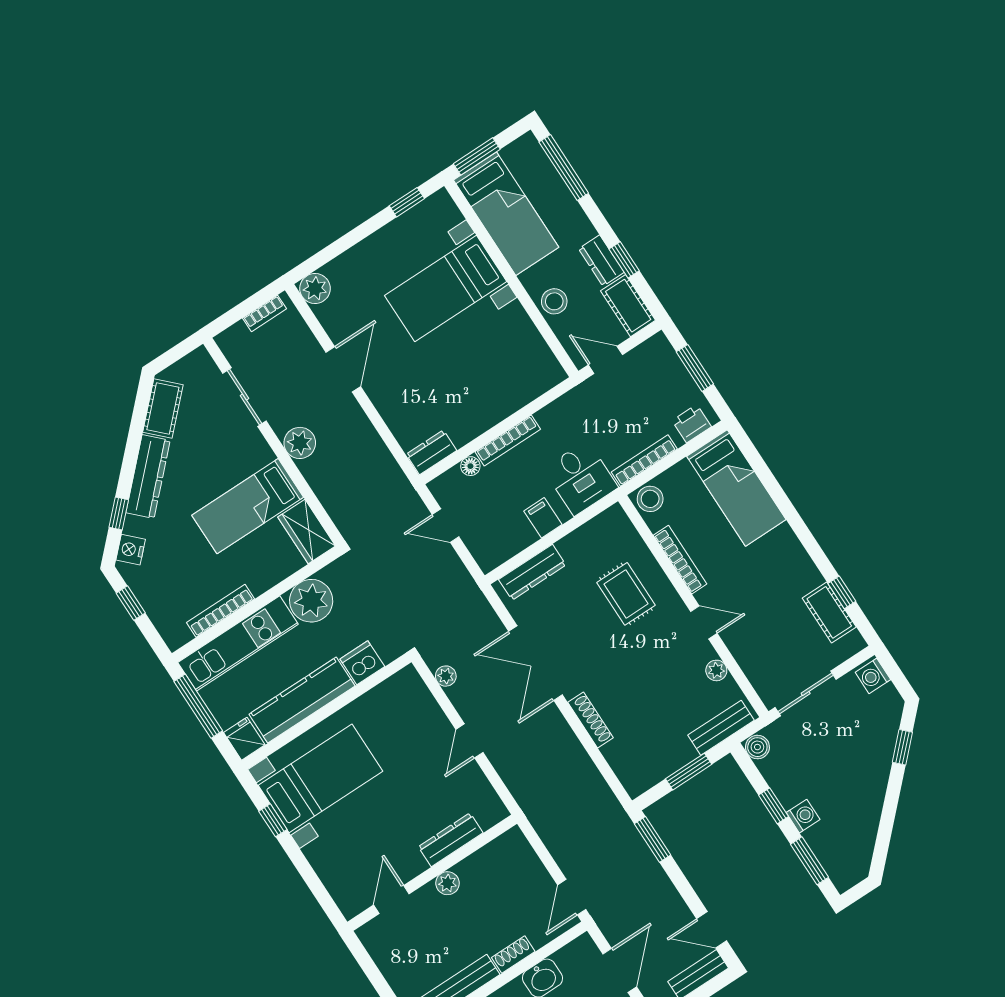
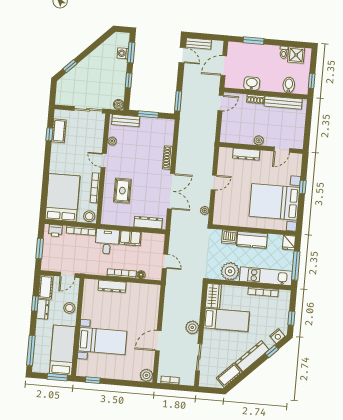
door: (605, 360) -> (68, 275), hinge flipped
dresser: (431, 452) -> (112, 286), moved, width x1.44
bed: (736, 488) -> (62, 198), width x1.50
filing cabinet: (543, 518) -> (130, 238), width x2.00
washing machine: (873, 676) -> (61, 98), removed
kitchen counter: (302, 700) -> (252, 240), width x0.67
bed with nightstands: (321, 778) -> (274, 202), width x1.36
washing machine: (803, 816) -> (123, 53), moved
window: (273, 820) -> (303, 187), moved

